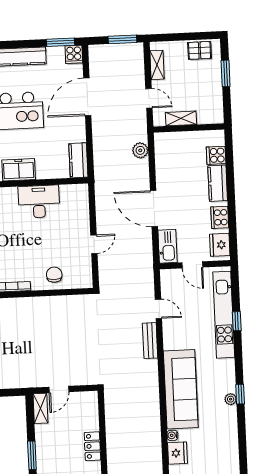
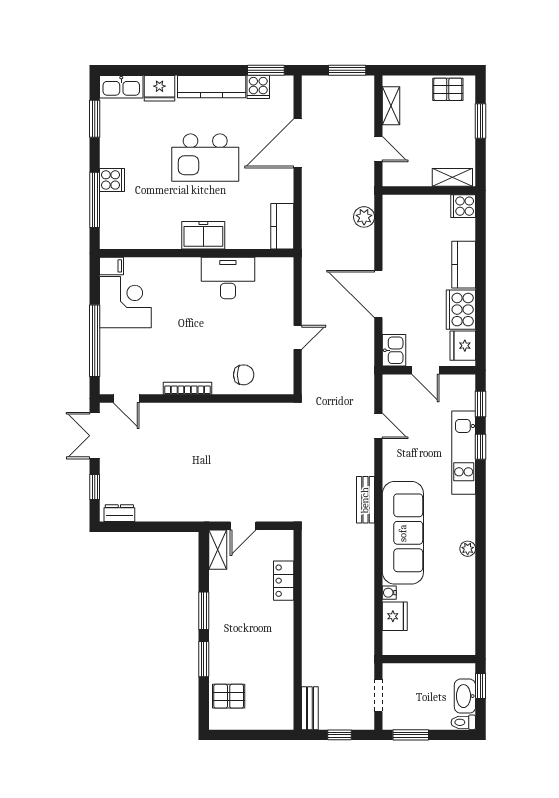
cooker: (74, 54) -> (258, 87), moved
shelving: (181, 118) -> (452, 177), moved
cooker: (216, 155) -> (463, 206), moved
cooker: (220, 217) -> (461, 310), width x1.37, depth x1.31
kitchen sink: (167, 246) -> (394, 350), width x0.73
chair: (54, 275) -> (244, 375), turned 90
kitchen unit: (224, 315) -> (464, 453), width x0.73
bench: (150, 341) -> (365, 500), moved
window: (240, 394) -> (480, 404), moved
locker: (92, 446) -> (284, 581), moved

